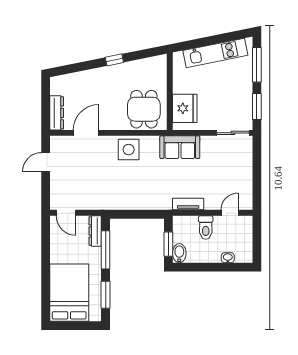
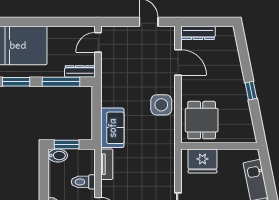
dining table: (144, 109) -> (202, 120), turned 90
sofa: (180, 147) -> (112, 128), moved, turned 180

